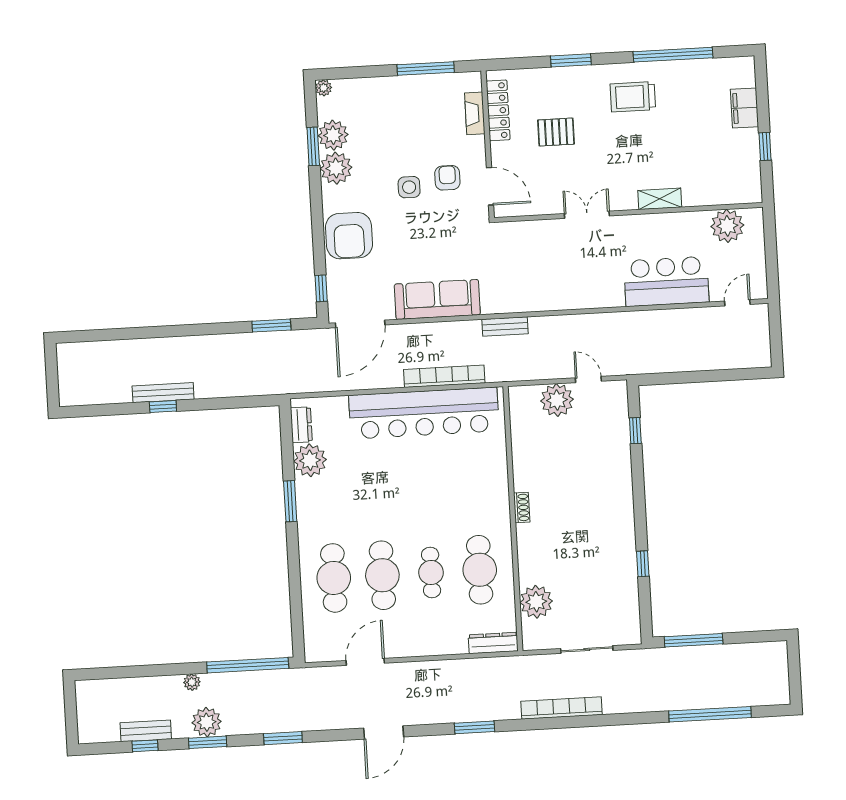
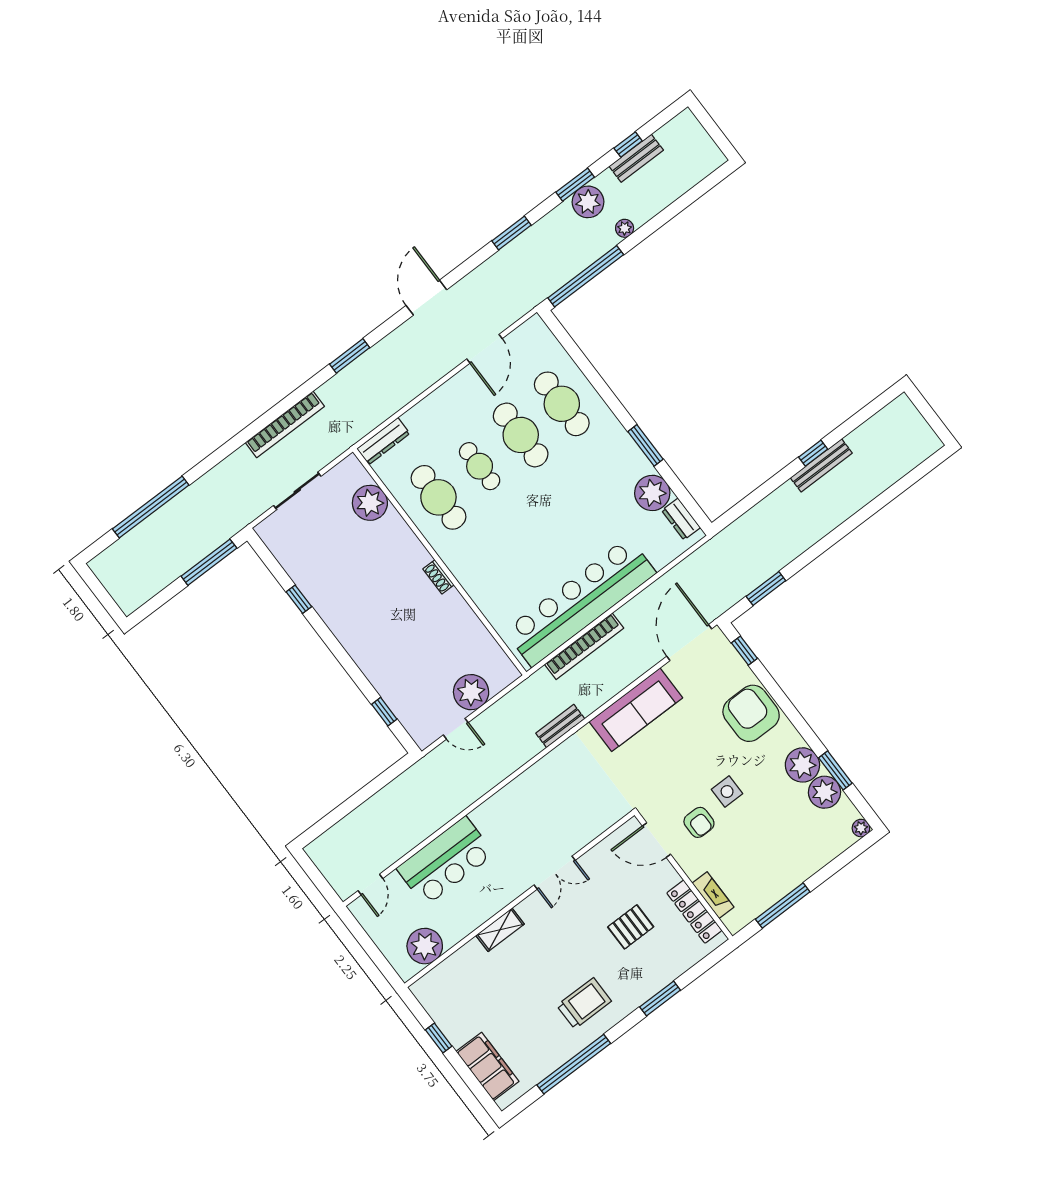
filing cabinet: (744, 108) -> (488, 1066), width x1.50, depth x1.17

